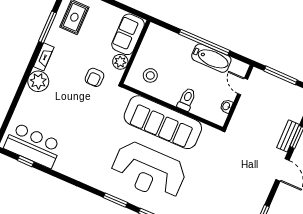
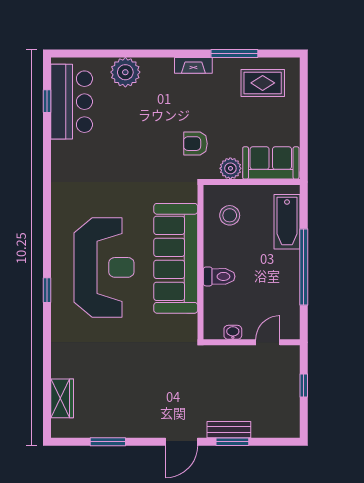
bathtub: (211, 58) -> (287, 222), moved
window: (281, 75) -> (304, 386), width x0.46
plant: (38, 81) -> (125, 72), moved
reception desk: (149, 171) -> (104, 267), turned 180
window: (115, 200) -> (47, 241), removed

